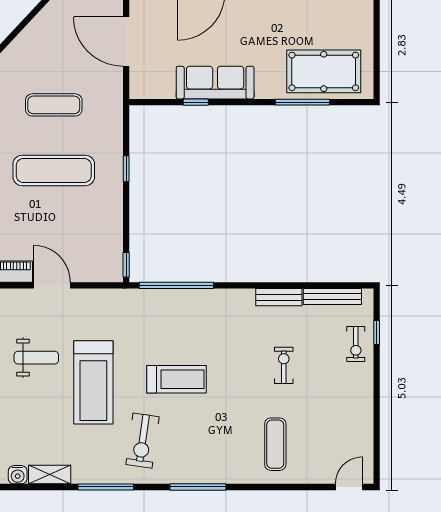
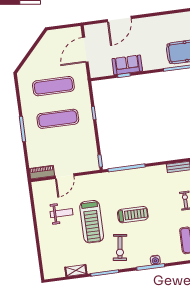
door: (126, 42) -> (85, 50), hinge flipped
sofa: (215, 83) -> (127, 65), width x0.73
exercise mat: (54, 105) -> (53, 86), width x1.36, depth x1.45
door: (52, 285) -> (65, 176), swing flipped
water cooler: (18, 475) -> (155, 260), moved

